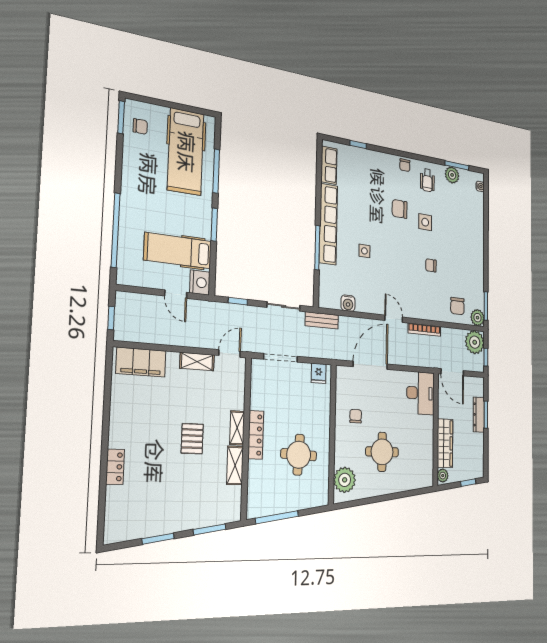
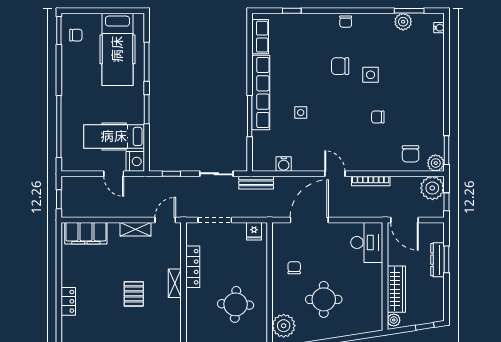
wheelchair: (427, 180) -> (373, 32), removed
locker: (256, 435) -> (193, 267), moved
shelving: (235, 465) -> (174, 315), removed
locker: (115, 467) -> (68, 301), moved

